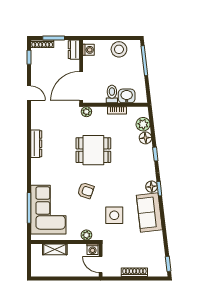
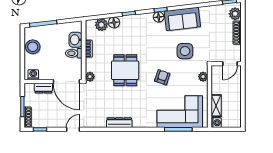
dresser: (74, 50) -> (43, 88), moved
washing machine: (93, 249) -> (216, 123), moved
plant: (155, 270) -> (235, 14), added

